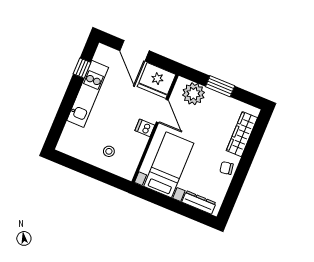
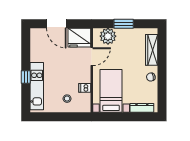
window: (82, 68) -> (26, 77), moved
kitchen unit: (88, 94) -> (37, 86), moved
door: (162, 111) -> (92, 57), hinge flipped
dishwasher: (145, 128) -> (85, 88), moved

